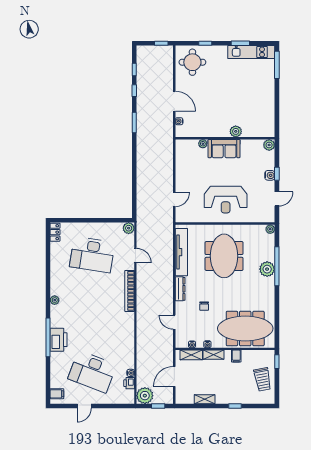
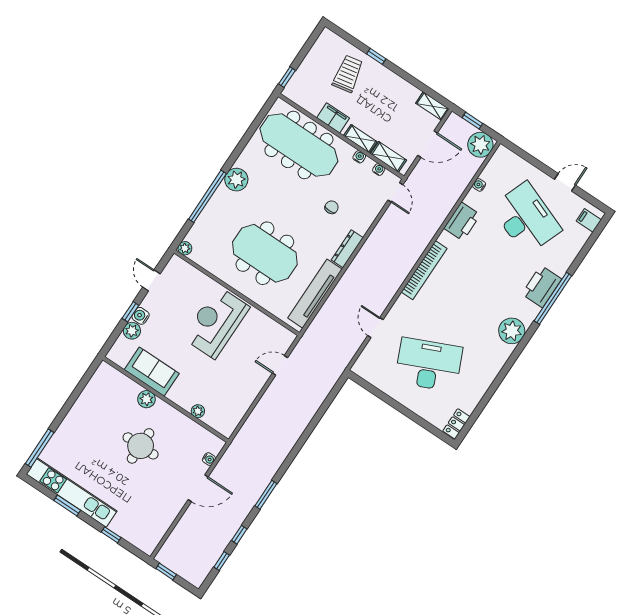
kitchen unit: (251, 52) -> (72, 493), width x1.36
round table: (192, 62) -> (141, 446), moved
door: (174, 101) -> (198, 488), swing flipped
plant: (269, 145) -> (132, 331), moved
sofa: (224, 149) -> (152, 372), moved
door: (277, 199) -> (151, 280), hinge flipped
reception desk: (226, 200) -> (216, 322), turned -90
plant: (129, 228) -> (361, 367), removed
desk: (92, 255) -> (429, 365), turned -33
meeting table: (224, 256) -> (265, 253), turned 90
plant: (267, 269) -> (236, 180), moved
bookcase: (130, 291) -> (424, 270), moved
plant: (55, 300) -> (512, 331), width x1.88, depth x1.88
door: (174, 322) -> (395, 192), moved
filing cabinet: (236, 356) -> (333, 118), width x2.00
trolley: (263, 379) -> (348, 74), moved
printer: (129, 383) -> (462, 221), moved, width x1.87, depth x1.48
shelving: (205, 399) -> (432, 106), moved

